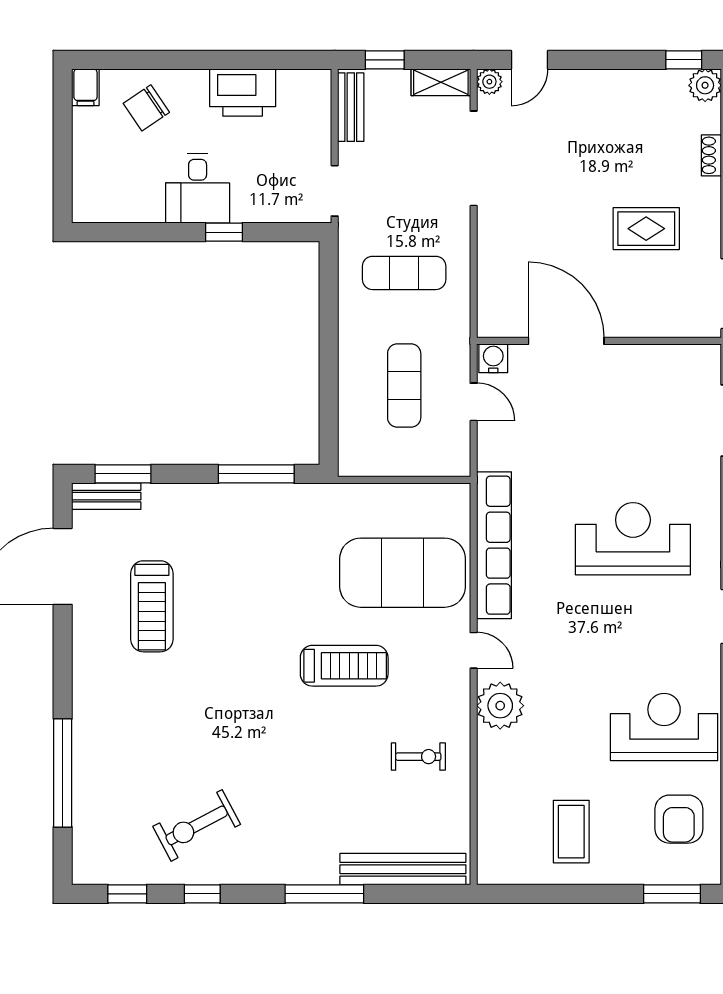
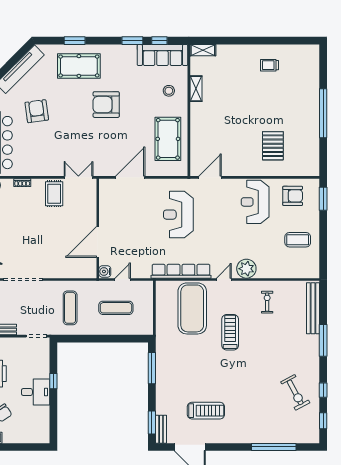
rug: (646, 229) -> (54, 194), moved

